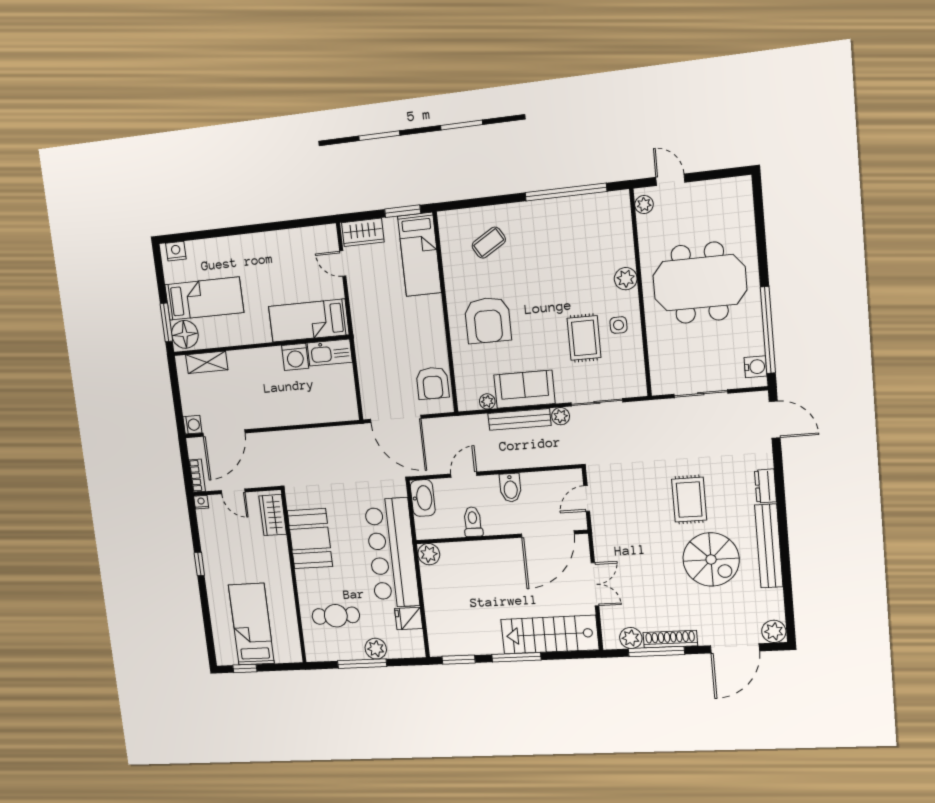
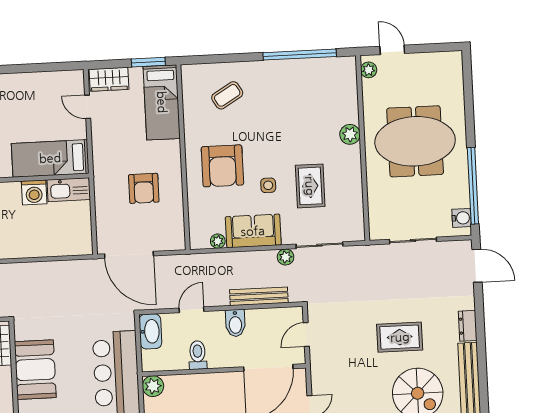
side table: (619, 325) -> (268, 185), moved
armchair: (432, 383) -> (144, 188), moved
bench: (519, 419) -> (259, 296), moved
rug: (689, 500) -> (400, 337), turned 90

